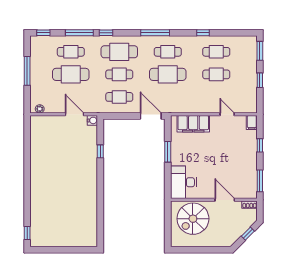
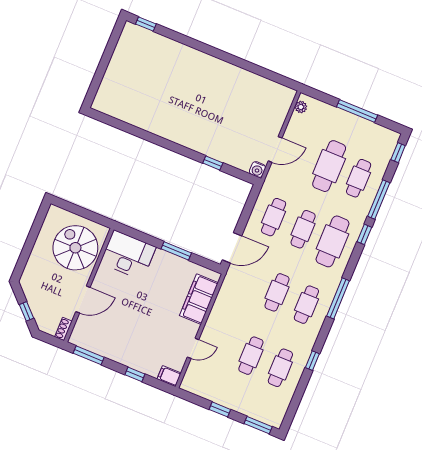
cafe table: (168, 74) -> (277, 292), width x0.73, depth x0.74

